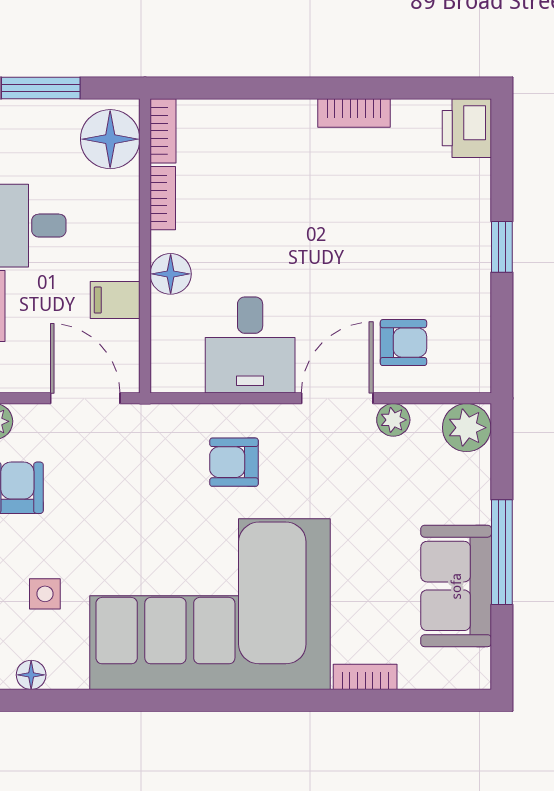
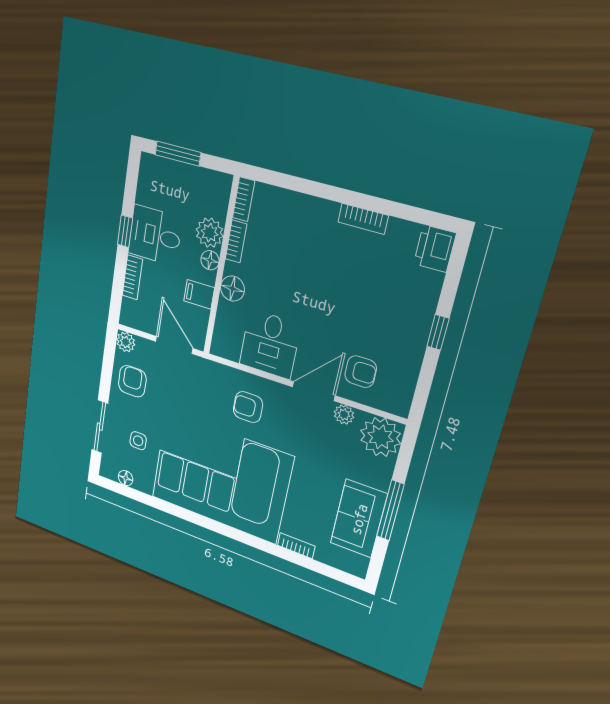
floor lamp: (110, 139) -> (210, 260), moved, width x0.53, depth x0.53
plant: (116, 196) -> (210, 233), added
plant: (467, 428) -> (380, 437), width x1.36, depth x1.36

